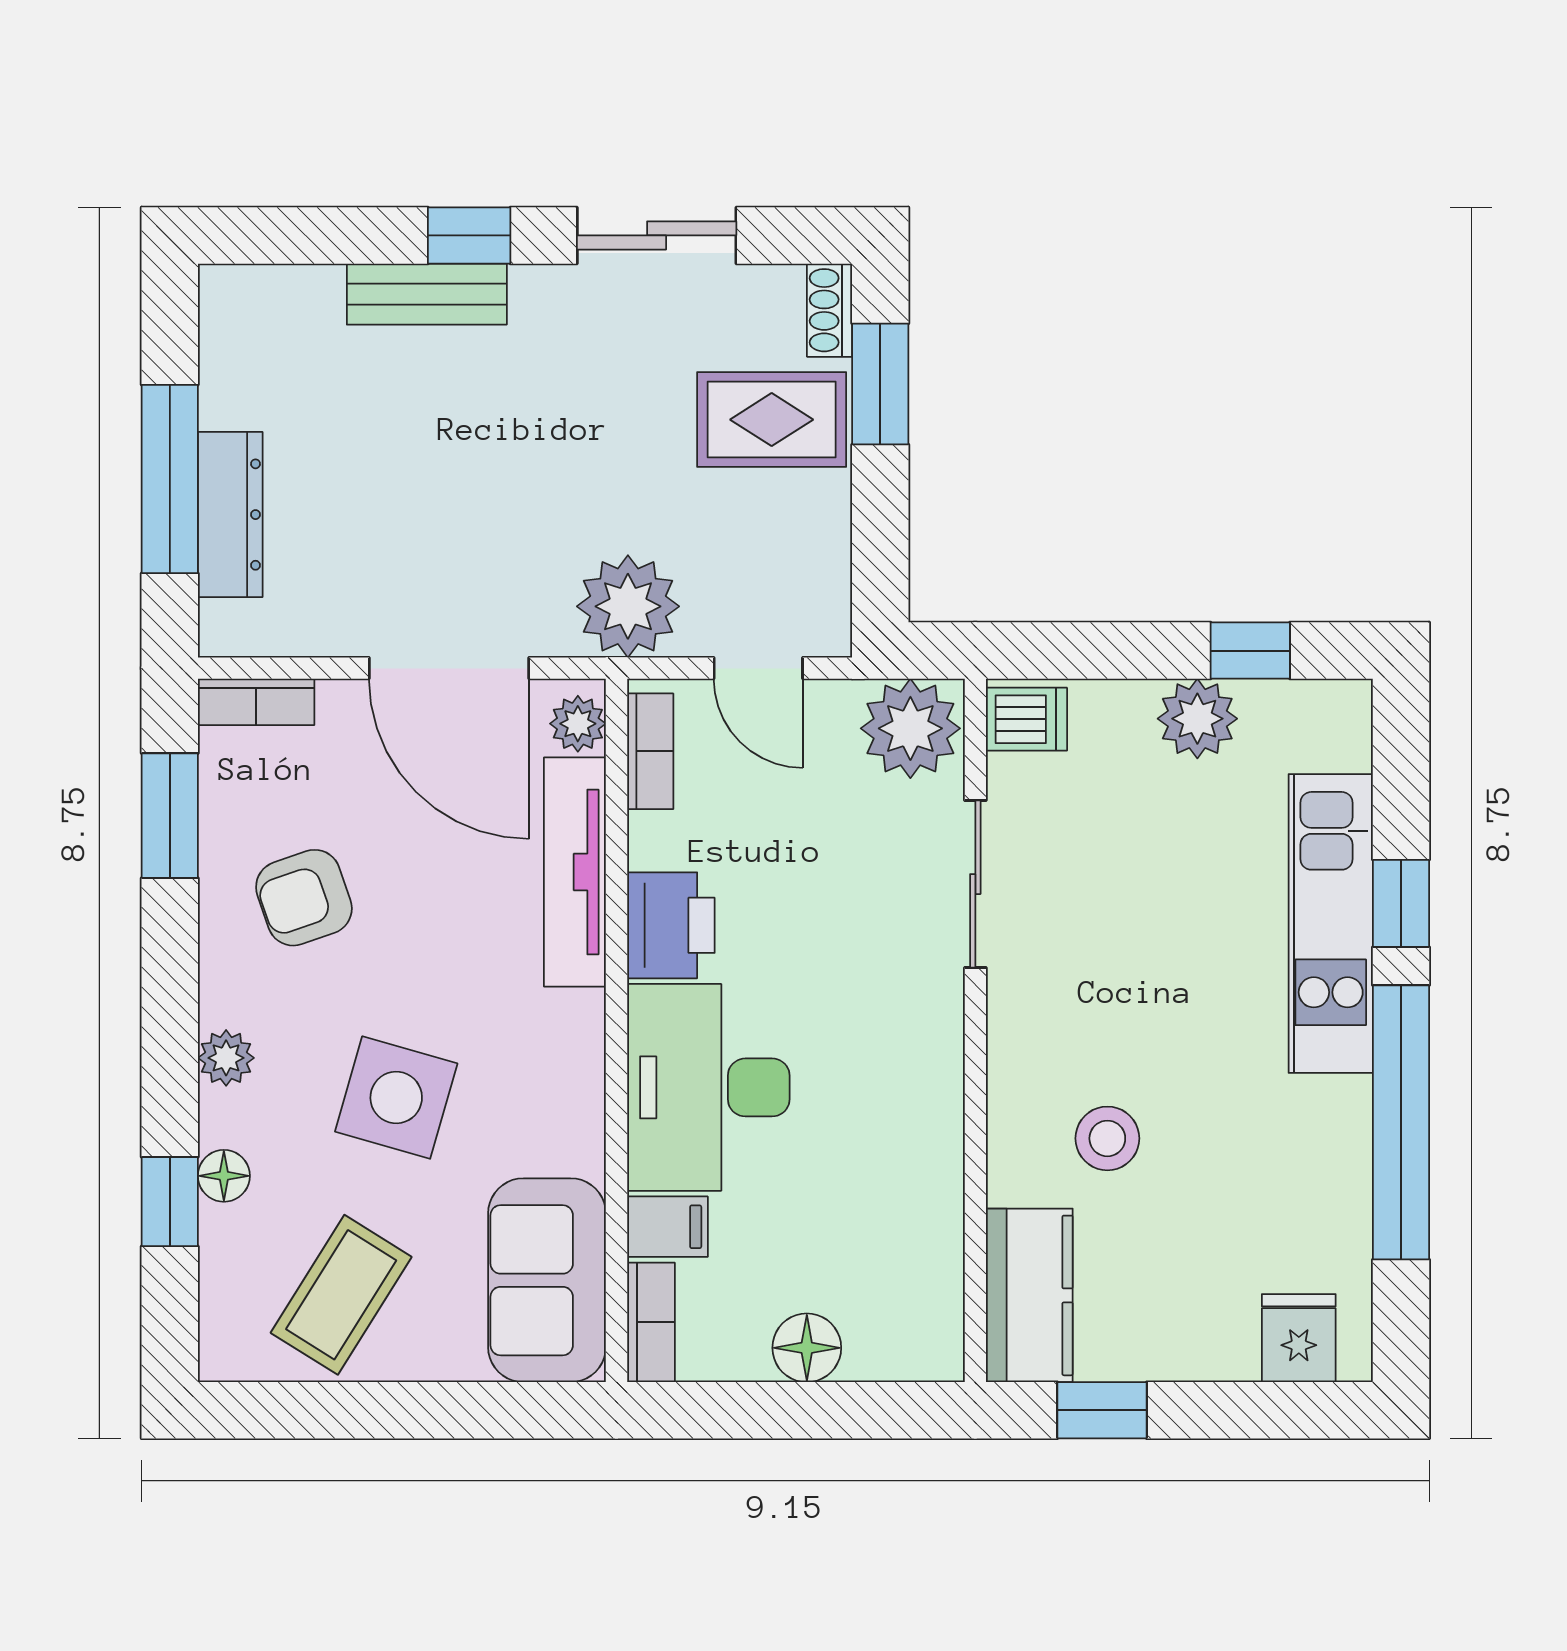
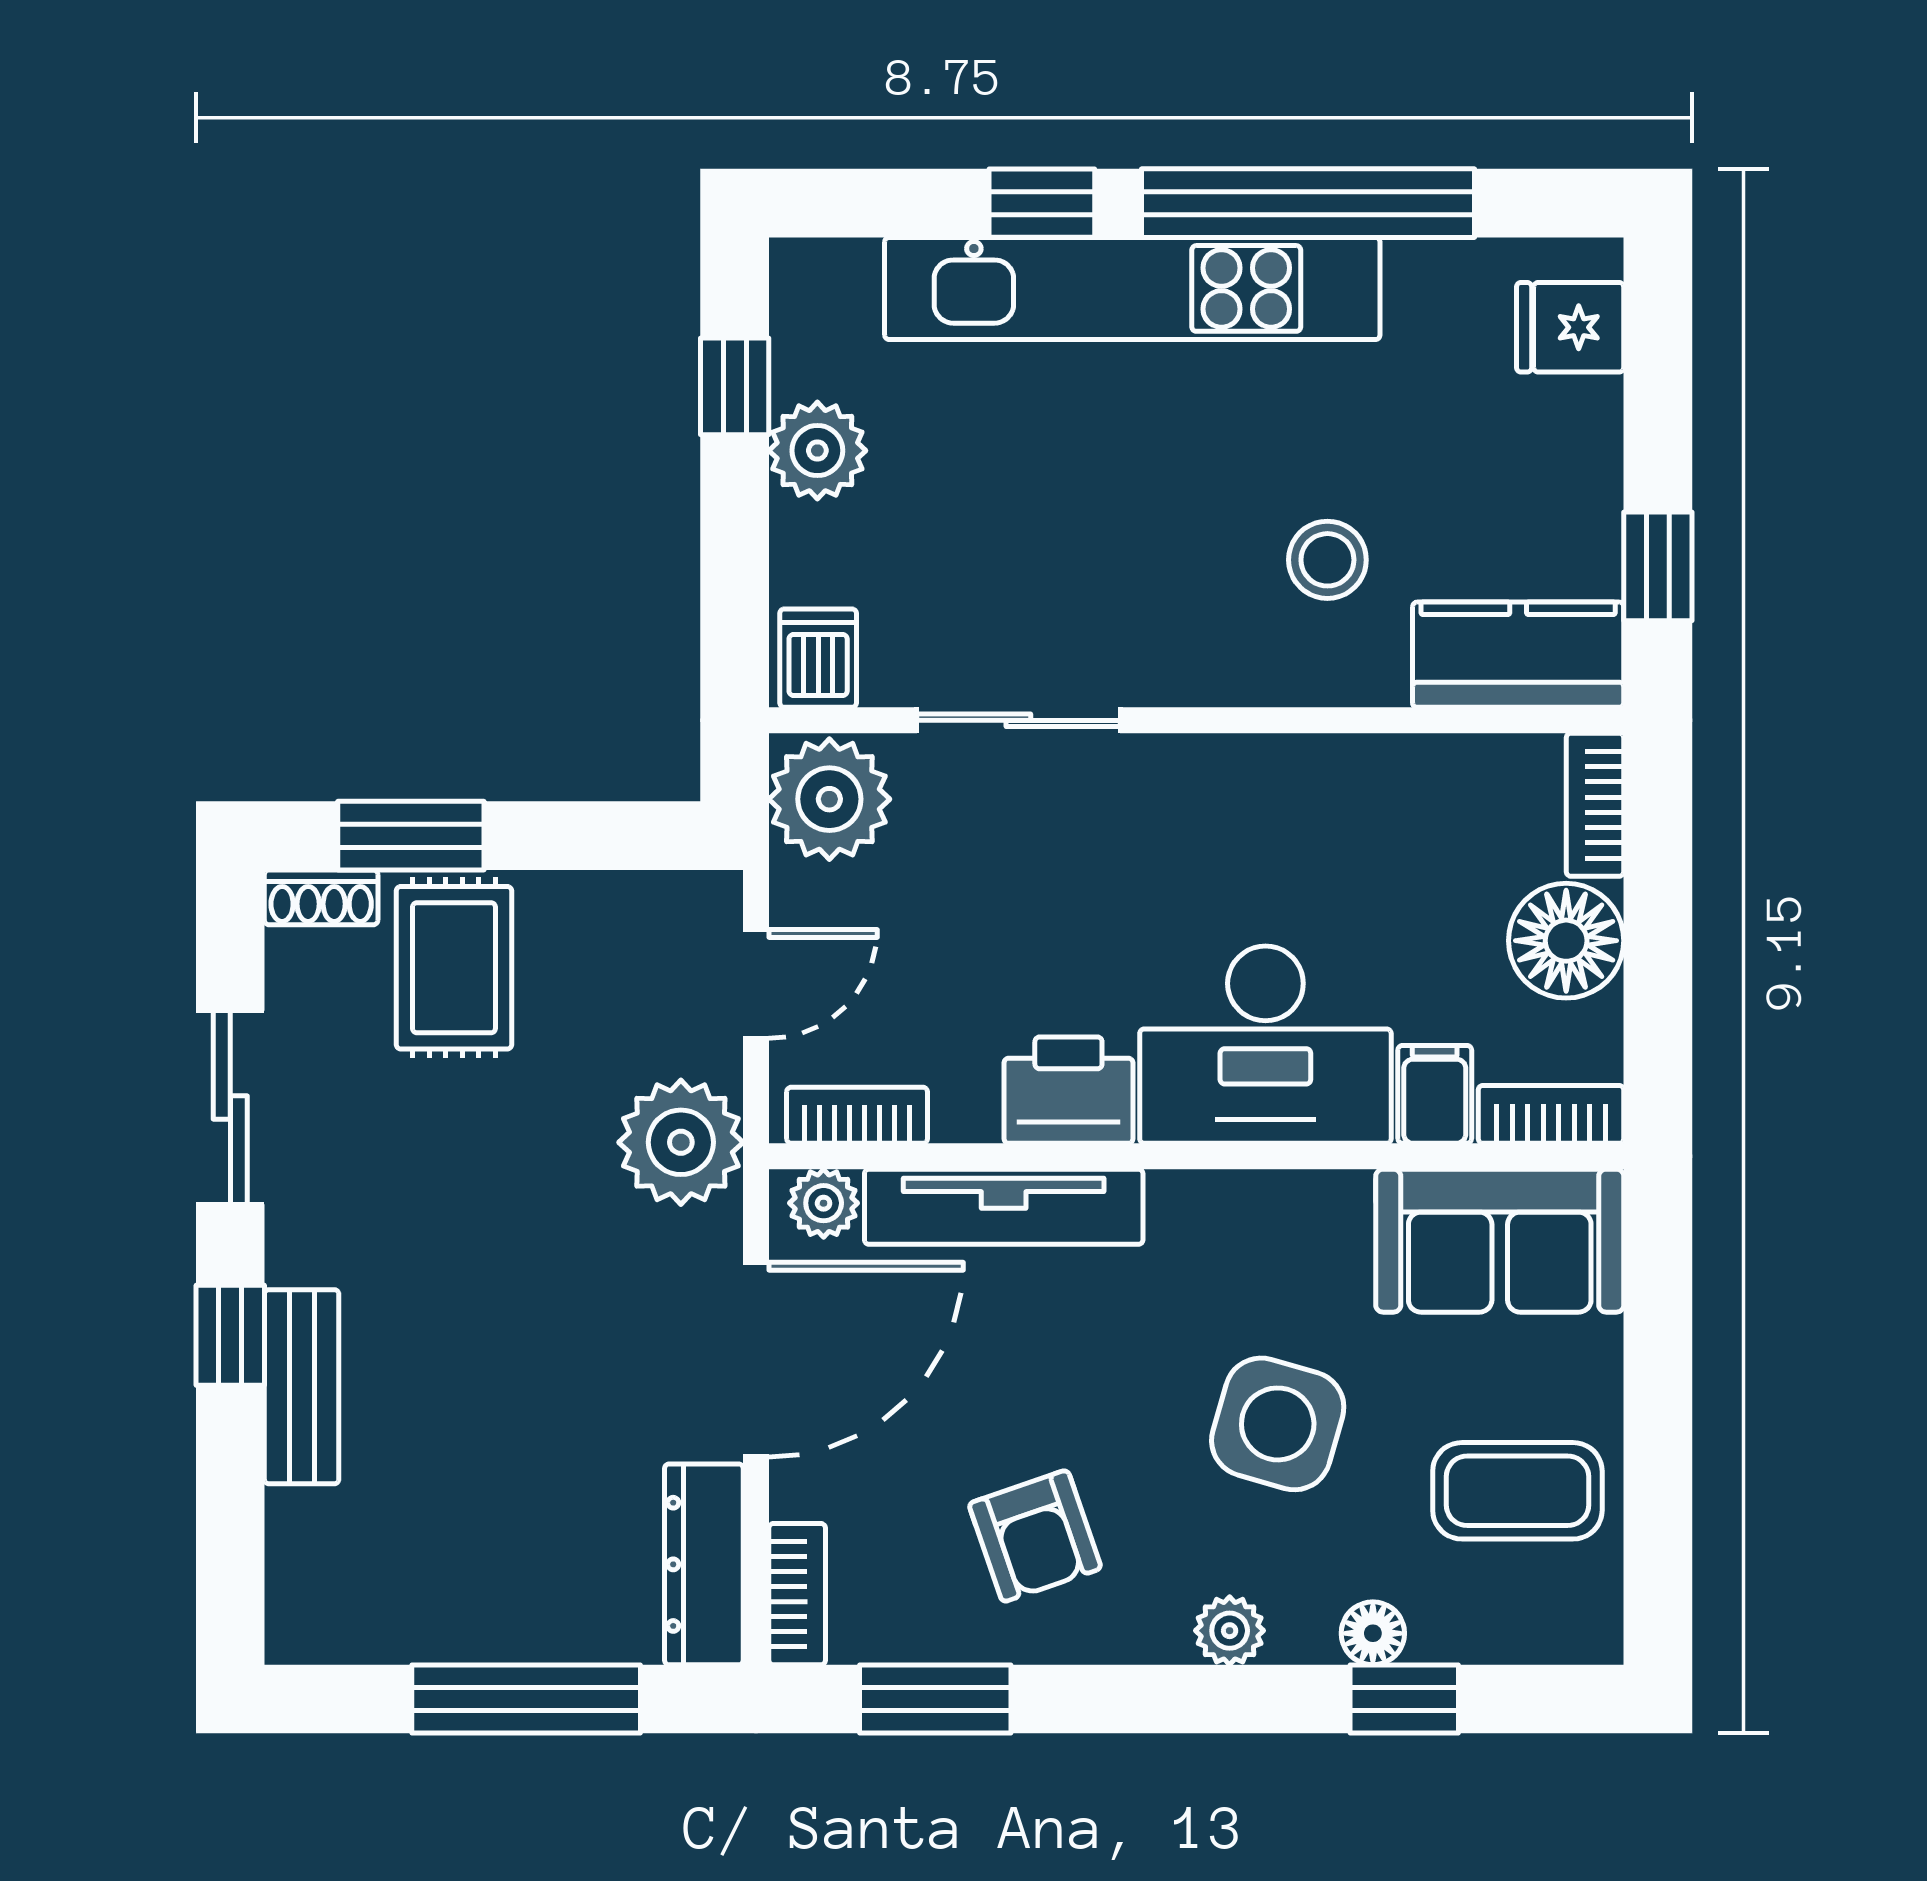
dresser: (230, 515) -> (704, 1564), moved, turned -90
kitchen unit: (1331, 924) -> (1132, 288), width x1.36
coffee table: (341, 1295) -> (1517, 1491), turned -32
floor lamp: (807, 1348) -> (1566, 941), width x1.38, depth x1.38
bookcase: (906, 1359) -> (1595, 805), added

